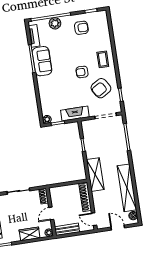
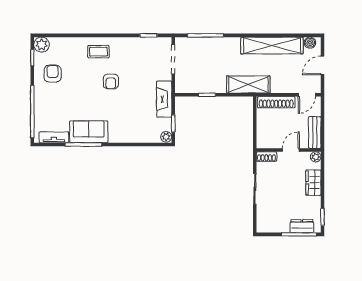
plant: (55, 23) -> (42, 45), moved
armchair: (101, 88) -> (136, 60), removed
door: (51, 213) -> (291, 150), swing flipped

